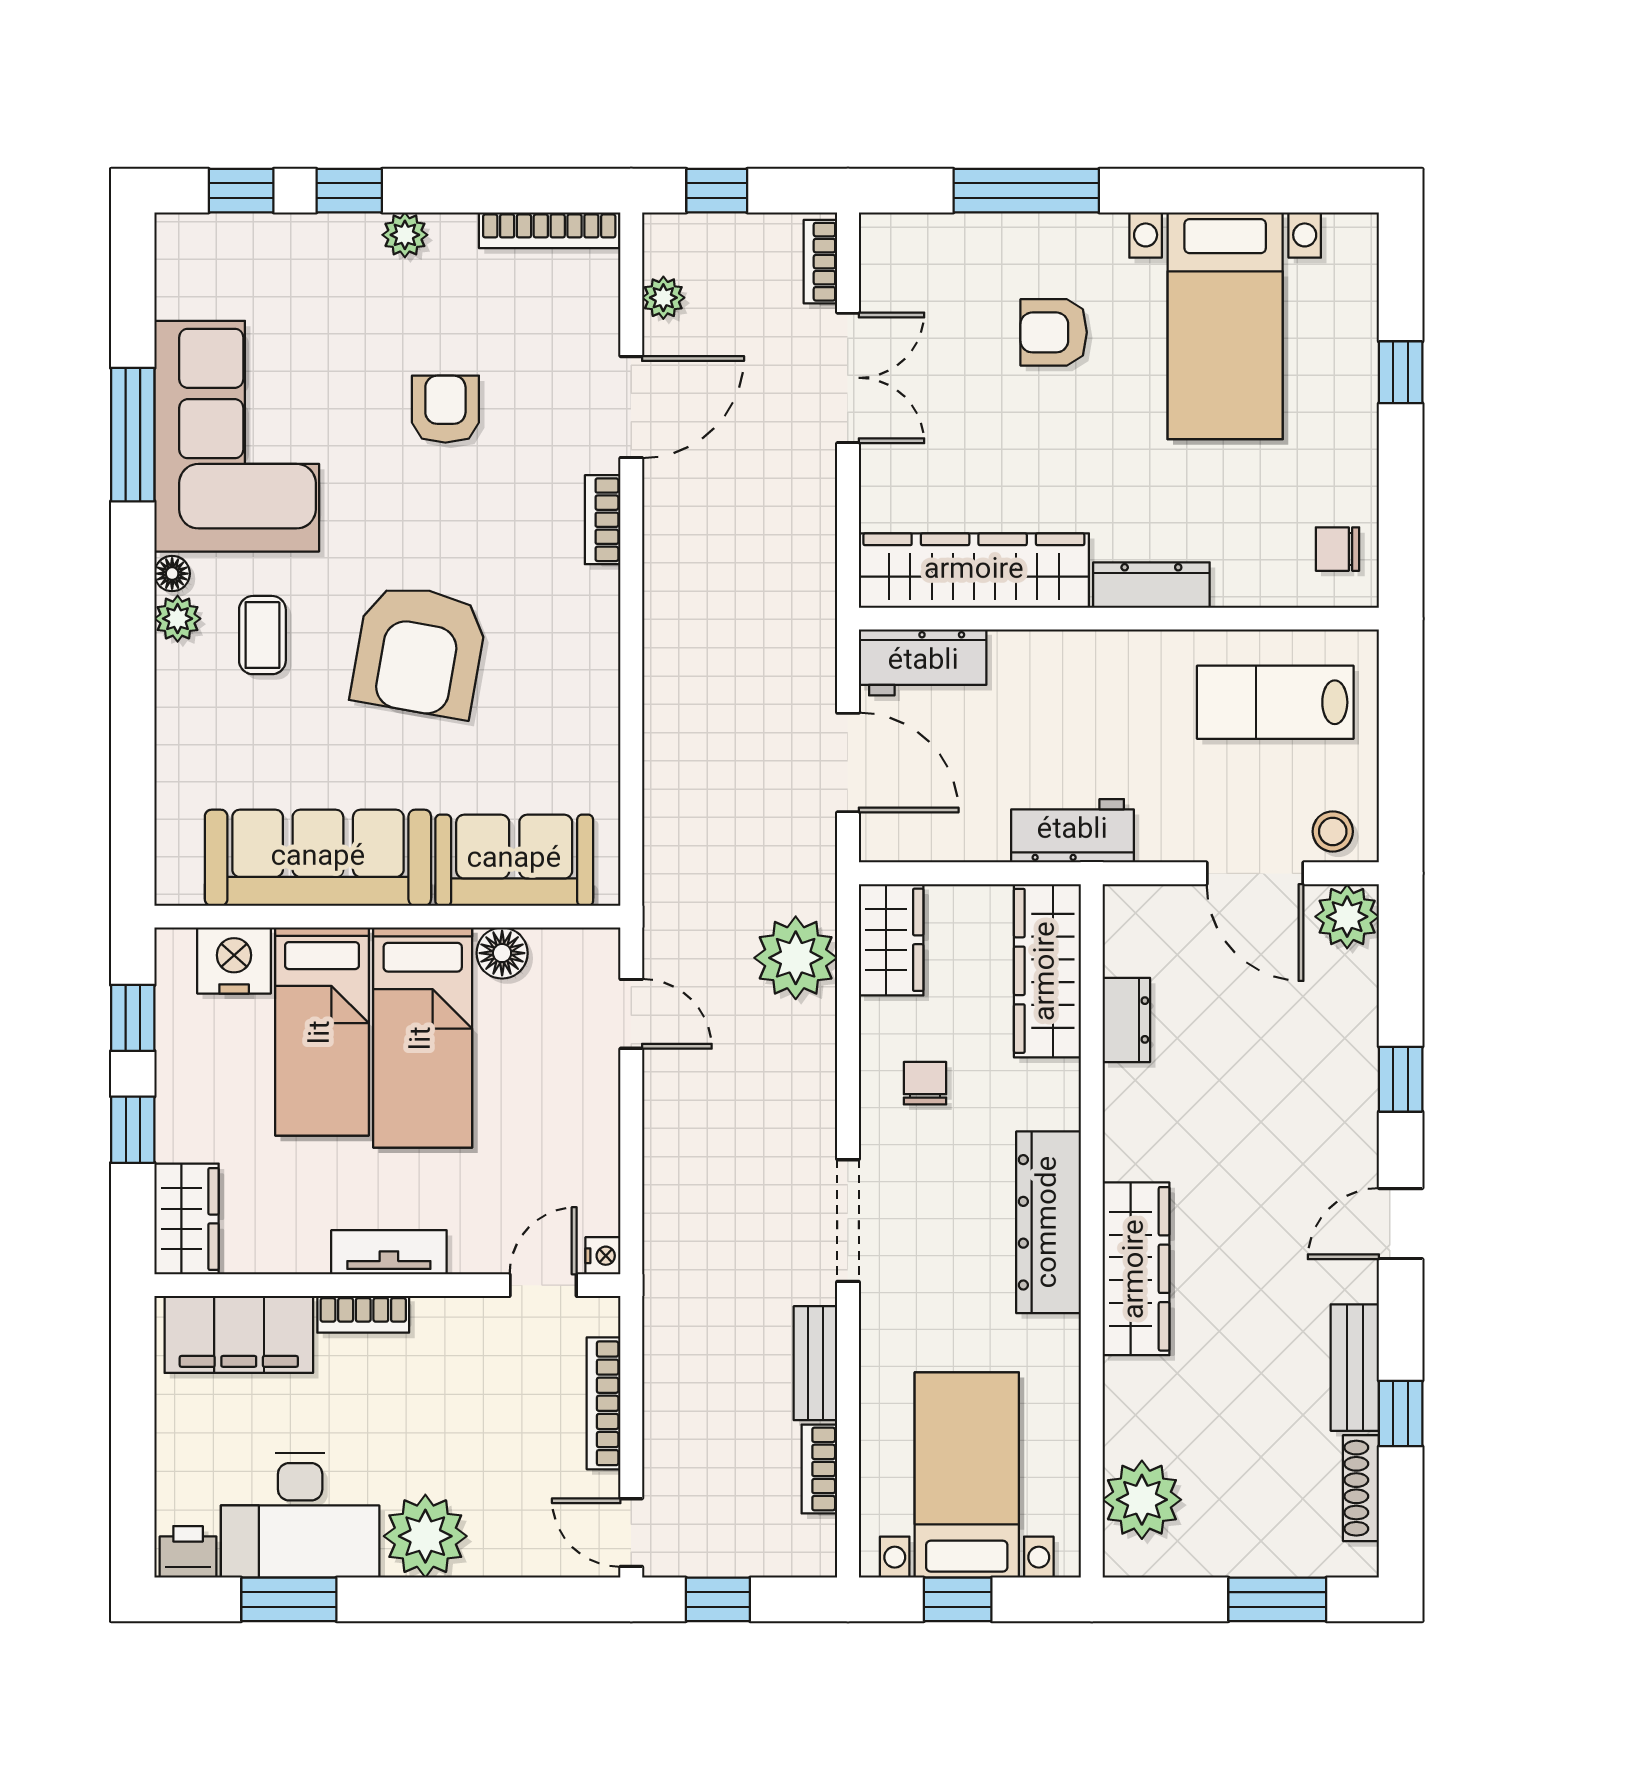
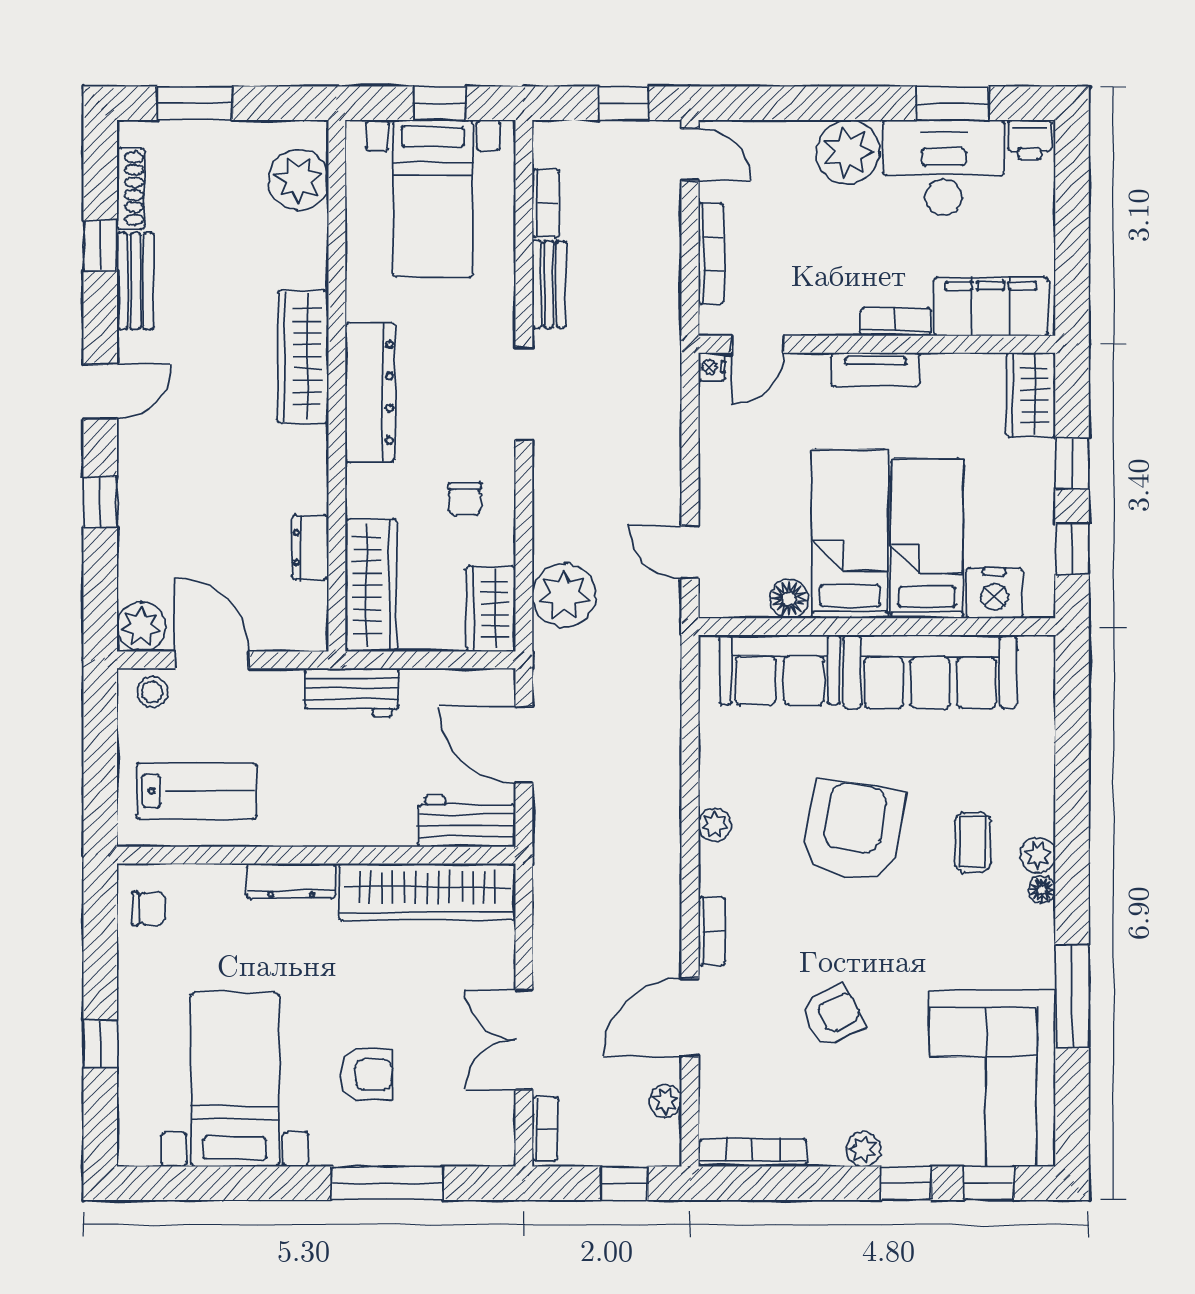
armchair: (445, 409) -> (832, 1016), turned -117
corner sofa: (237, 436) -> (992, 1078), moved
plant: (599, 658) -> (715, 825), added

